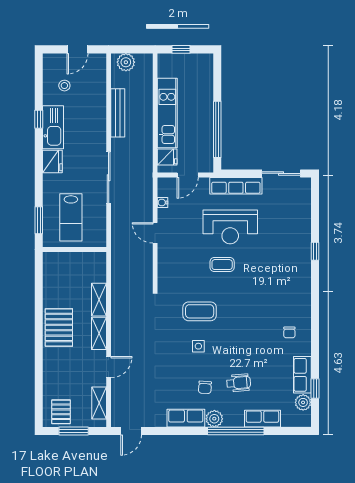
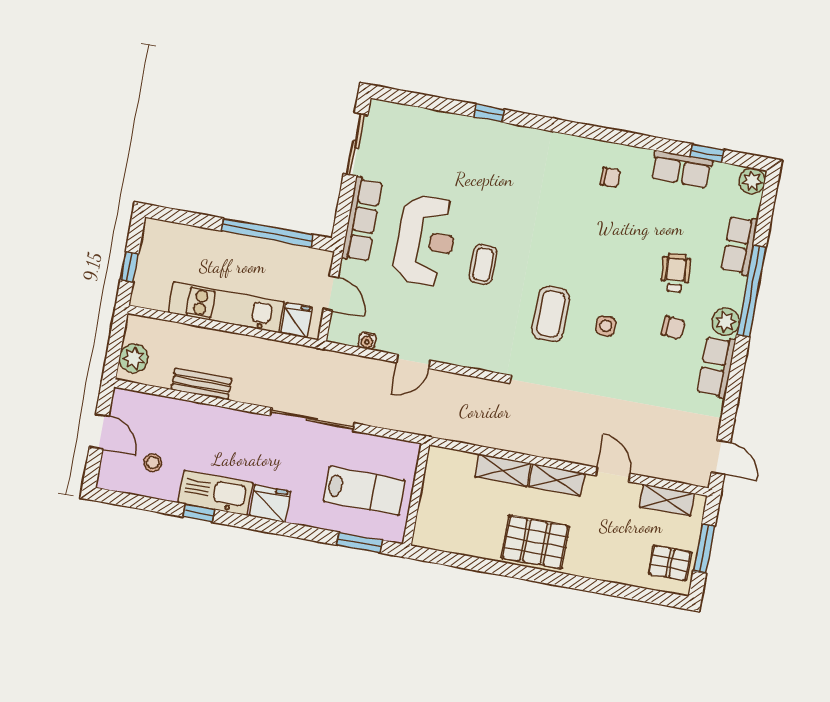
bench: (118, 113) -> (201, 384), width x0.73
plant: (303, 402) -> (752, 181), moved

